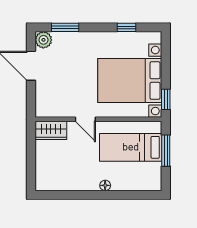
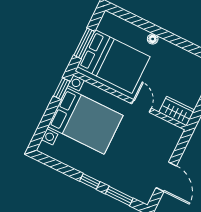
window: (126, 27) -> (90, 181), moved
plant: (43, 40) -> (144, 194), removed
bed: (131, 147) -> (114, 62), width x1.50

